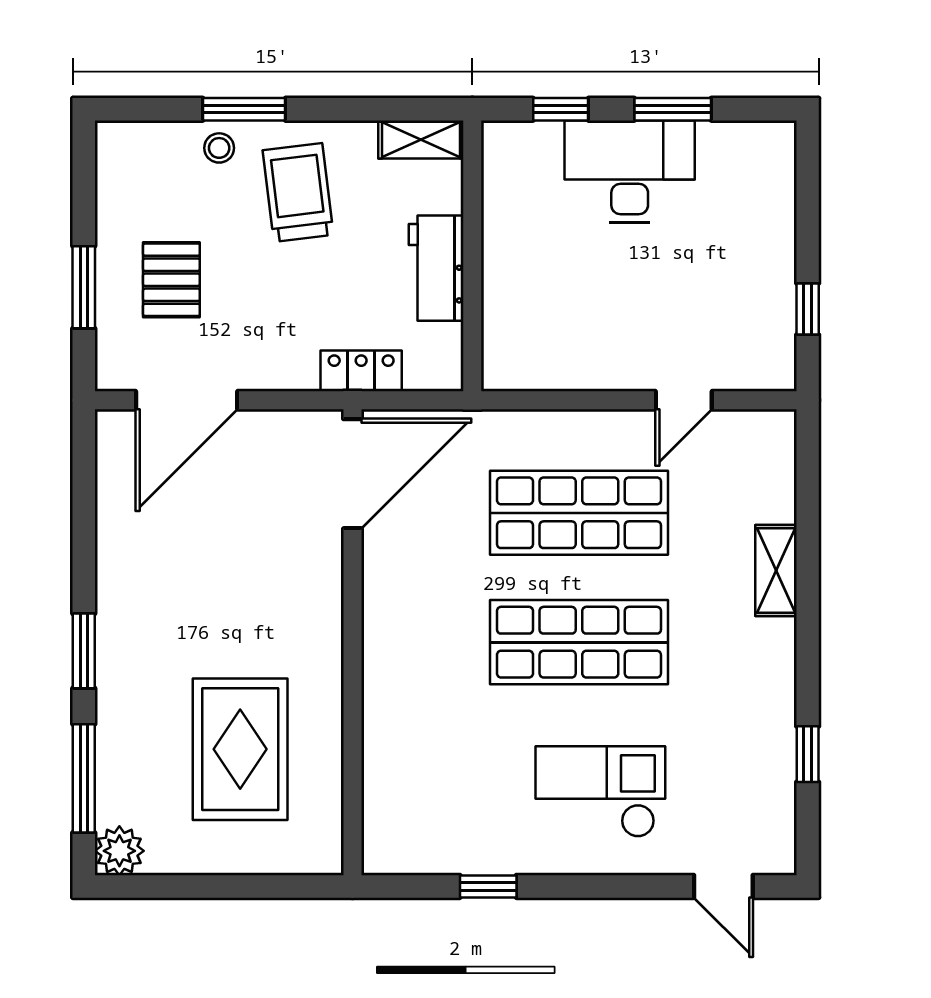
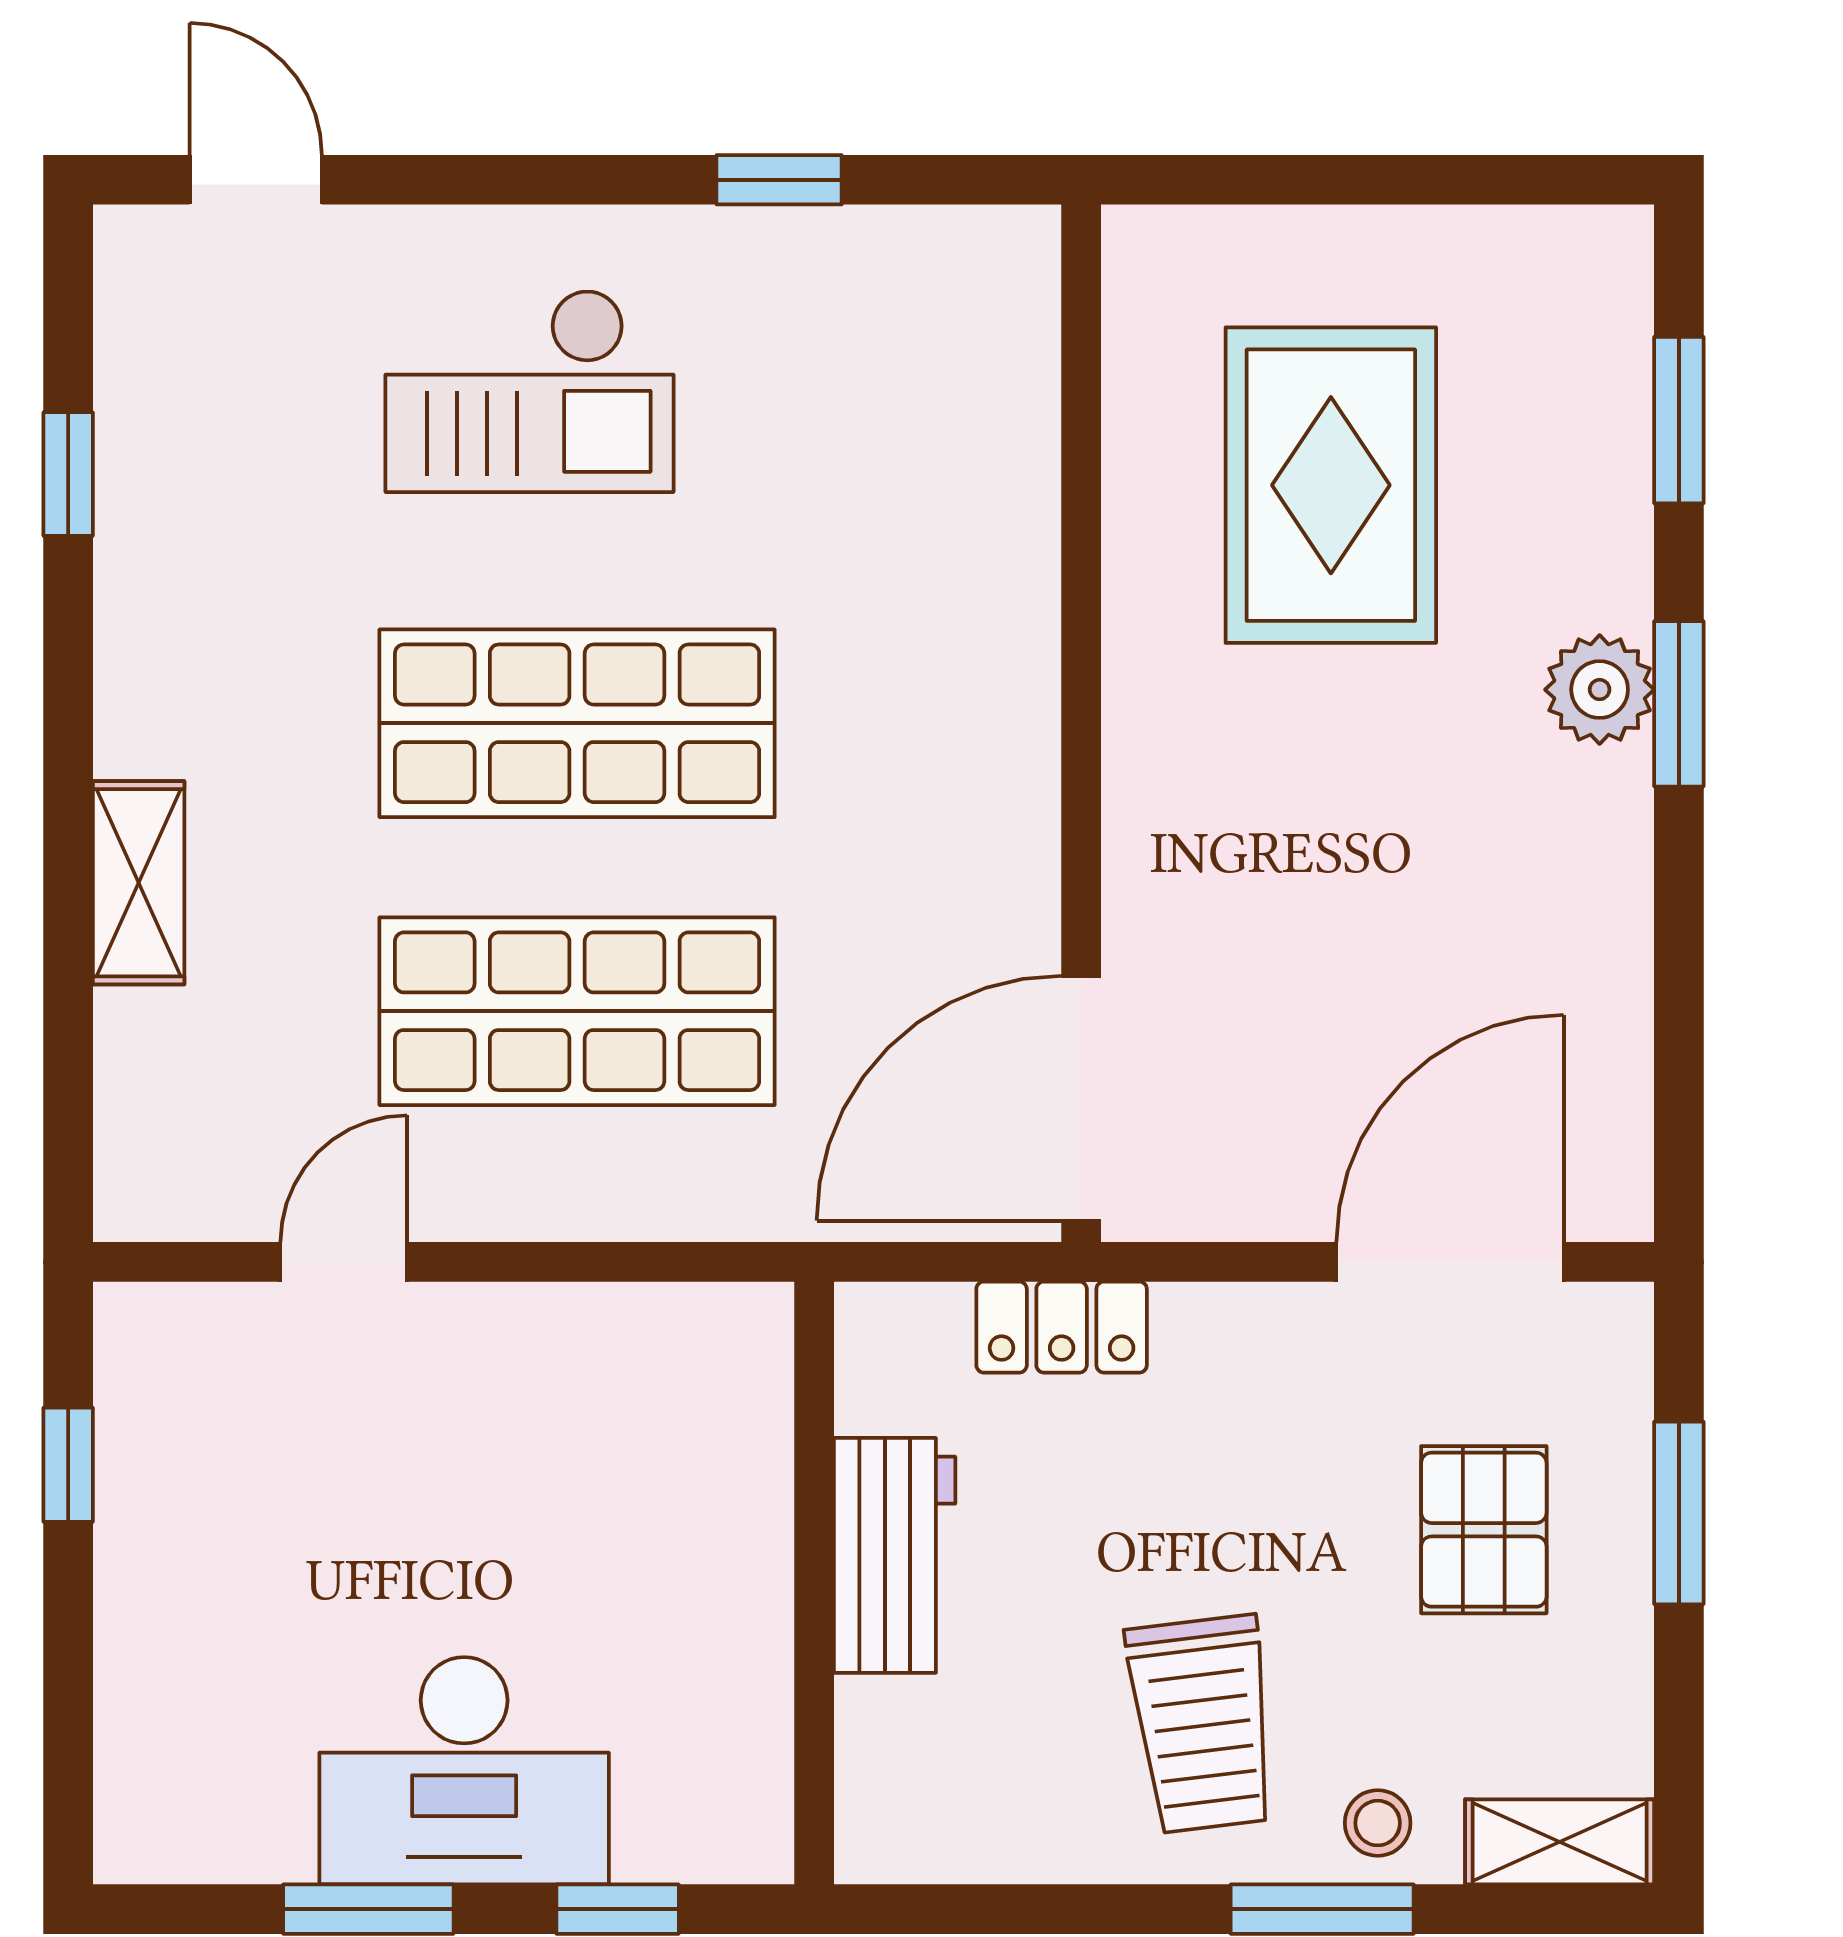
shelving: (421, 139) -> (1560, 1842), moved
window: (84, 778) -> (1679, 420), width x0.69
plant: (119, 851) -> (1600, 690), moved

